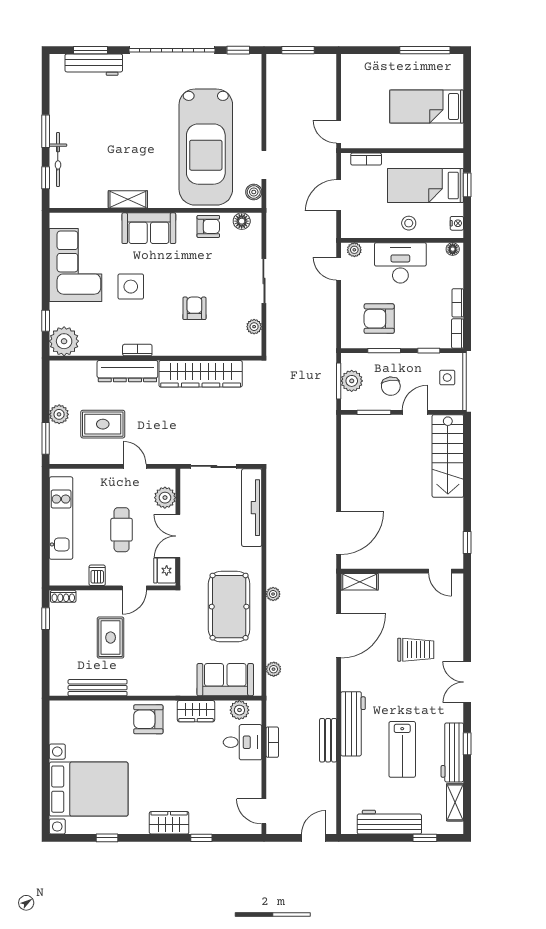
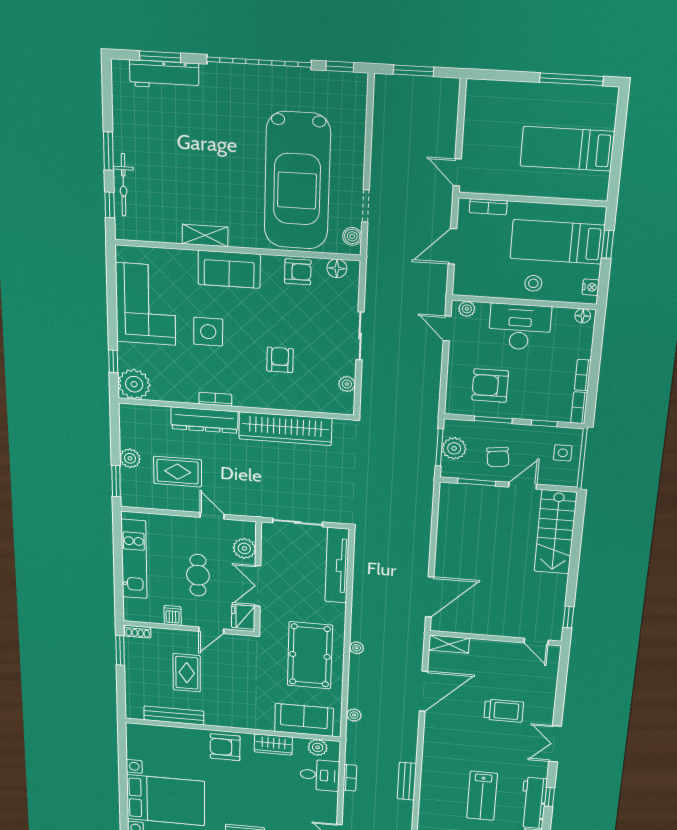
window: (46, 619) -> (120, 650), width x1.50
workbench: (353, 724) -> (433, 770), removed

